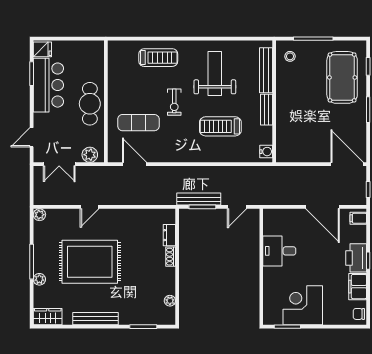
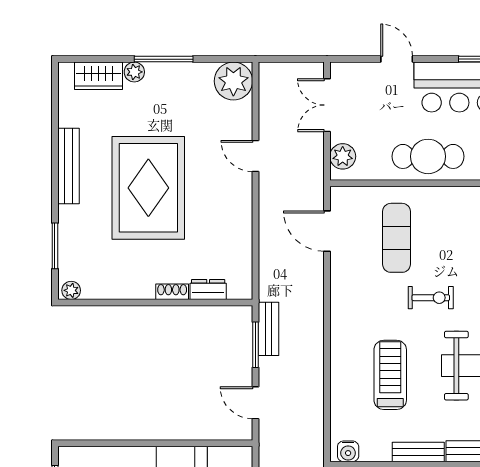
exercise bike: (174, 102) -> (431, 298), turned 180
door: (32, 137) -> (397, 59), moved
door: (134, 164) -> (327, 231), swing flipped
bench: (199, 199) -> (268, 329), width x0.73
plant: (39, 215) -> (233, 81), width x1.88, depth x1.88
rug: (90, 262) -> (148, 188), moved
plant: (170, 301) -> (71, 290), moved
wardrobe: (48, 317) -> (98, 76), moved, turned 90

